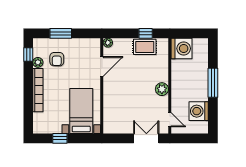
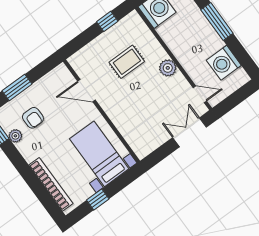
plant: (108, 43) -> (74, 61), removed
rug: (145, 47) -> (127, 62), moved
door: (102, 67) -> (86, 91), swing flipped
bookcase: (38, 90) -> (51, 184), moved

